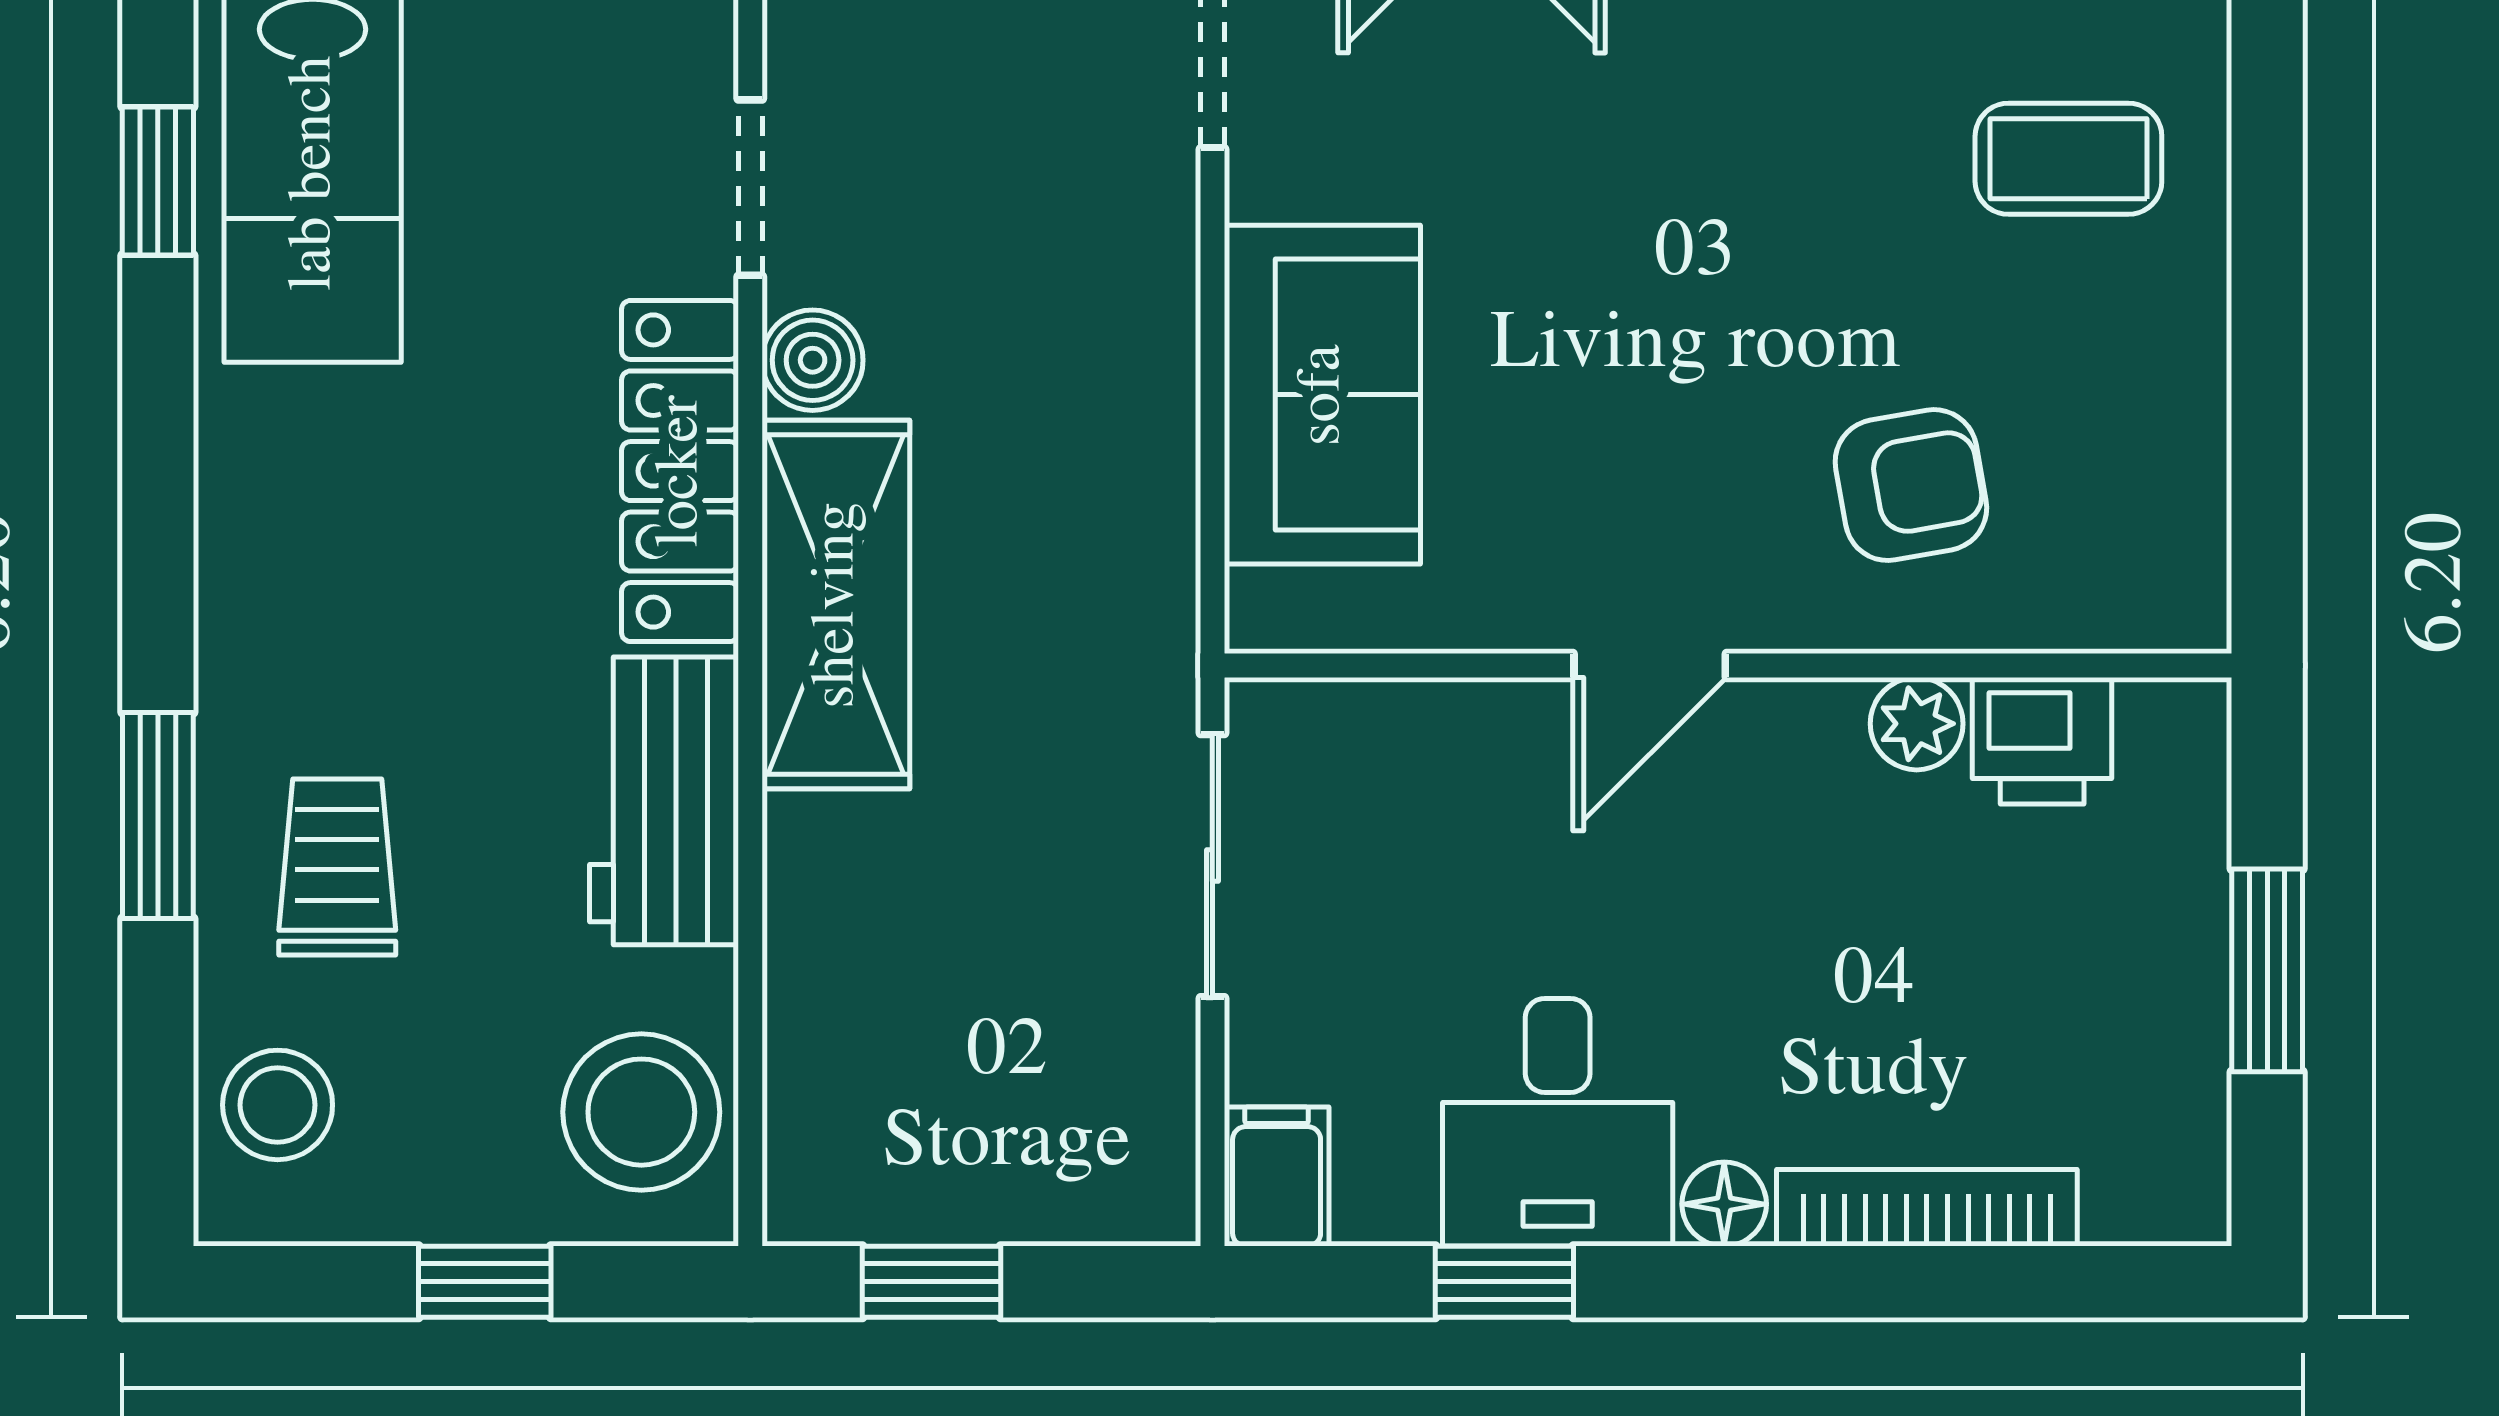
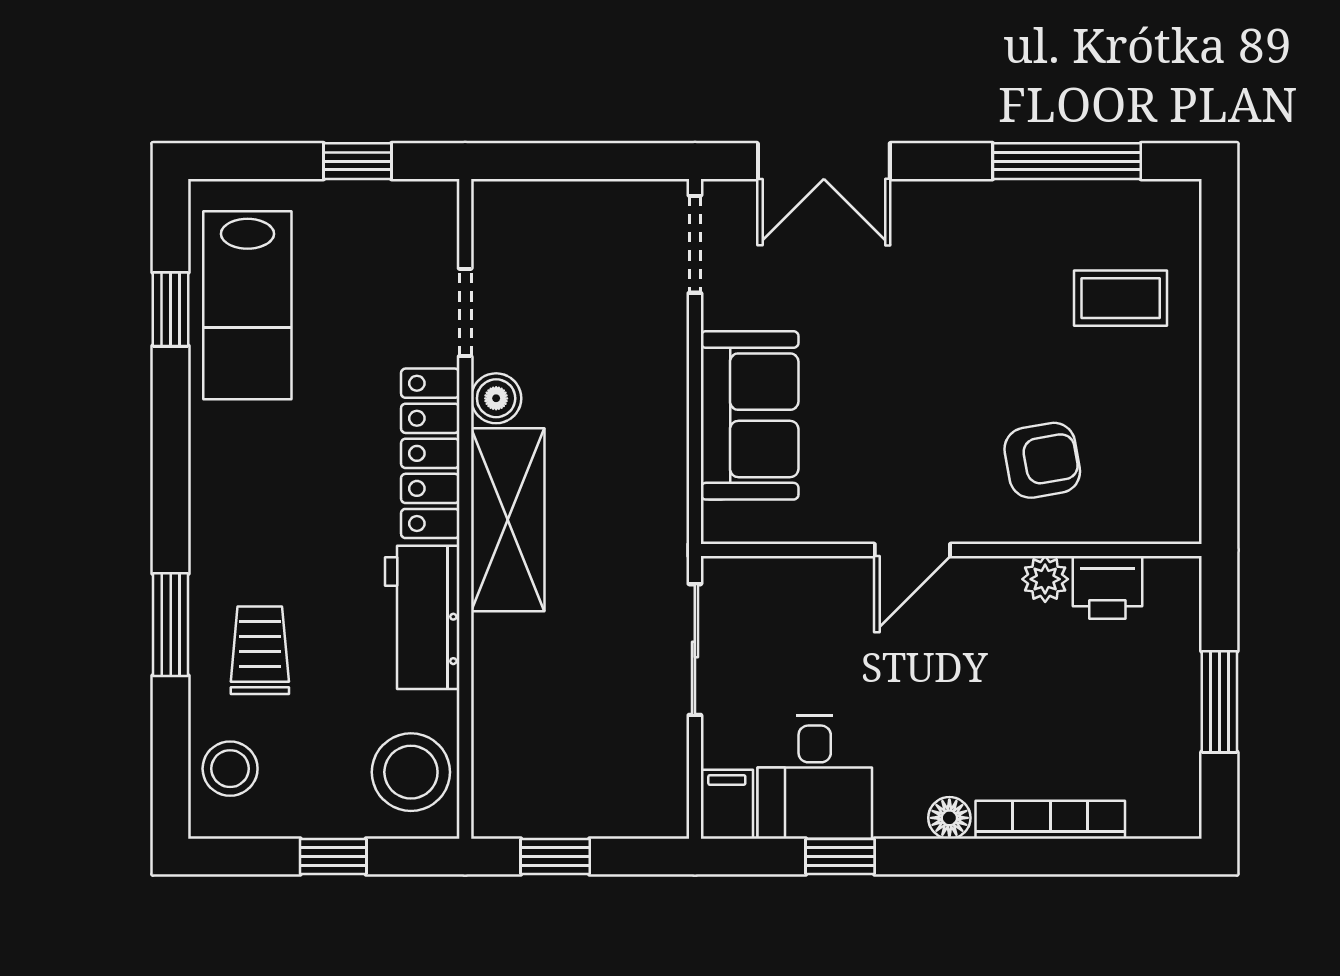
desk: (1558, 1122) -> (815, 777), moved

